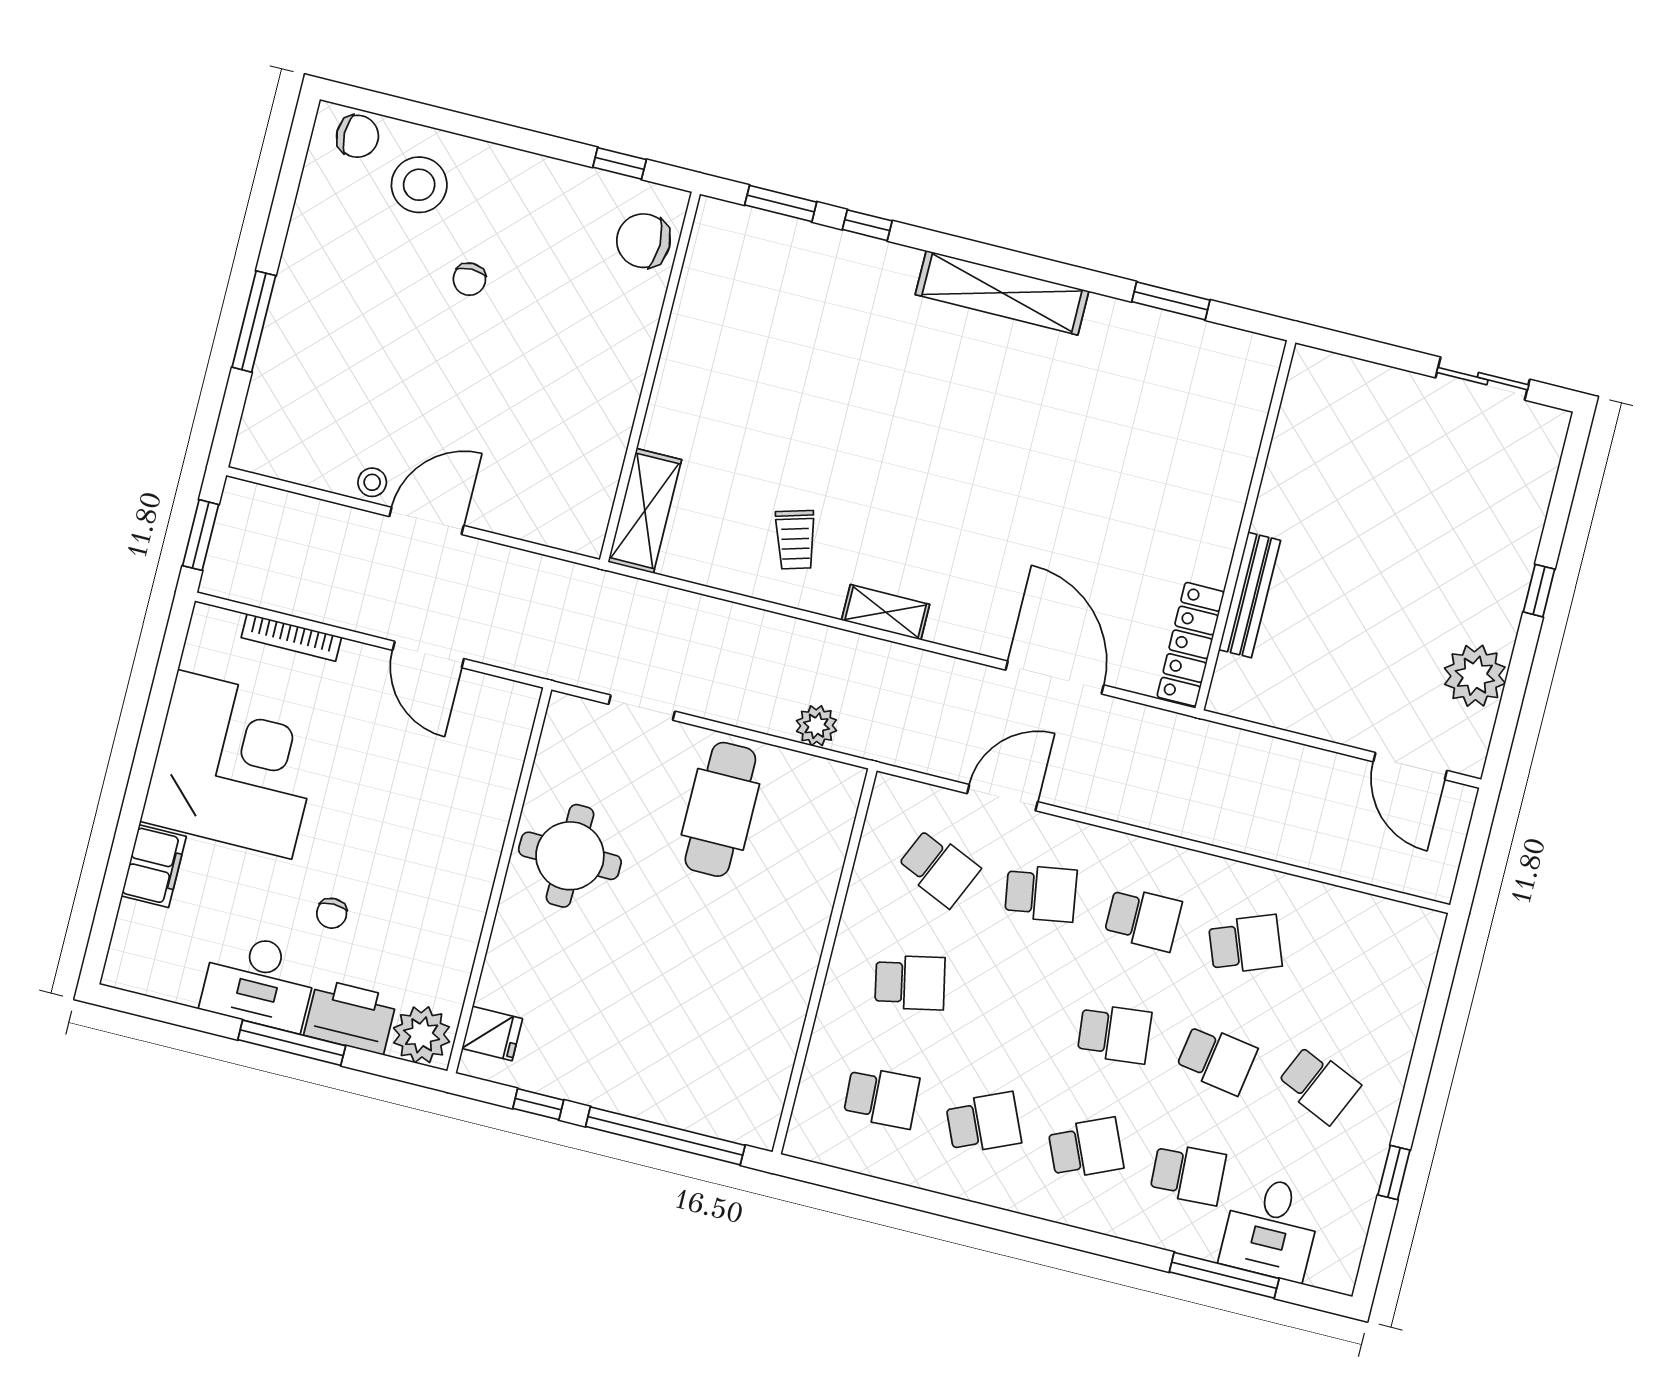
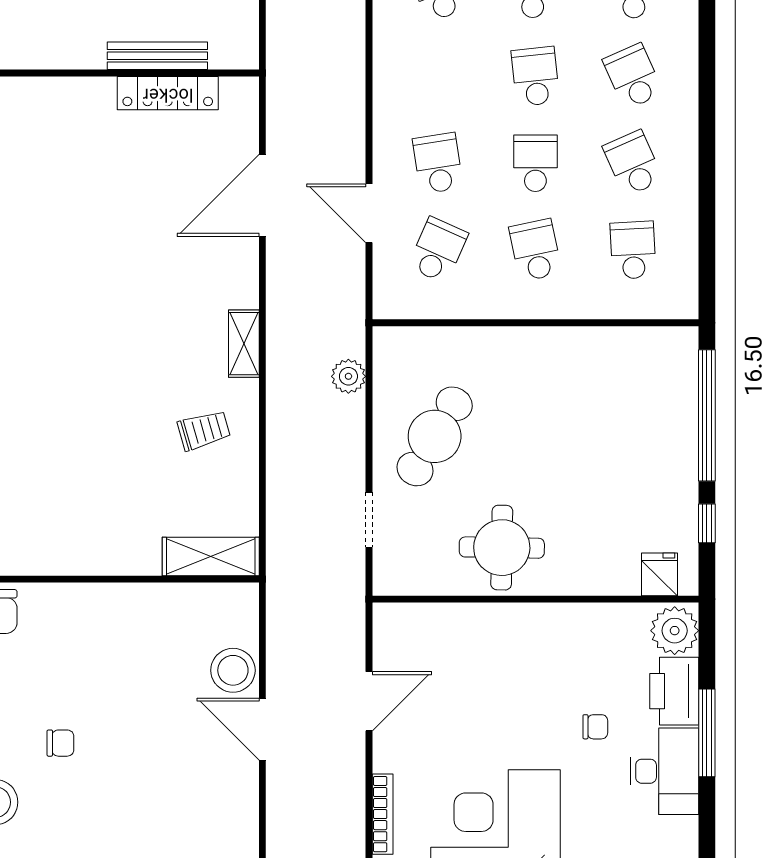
stool: (372, 482) -> (233, 670), moved, width x1.89, depth x1.89
locker: (1191, 644) -> (168, 93), moved
cafe table: (720, 809) -> (435, 436), turned -59
school desk: (1143, 919) -> (535, 163), moved

